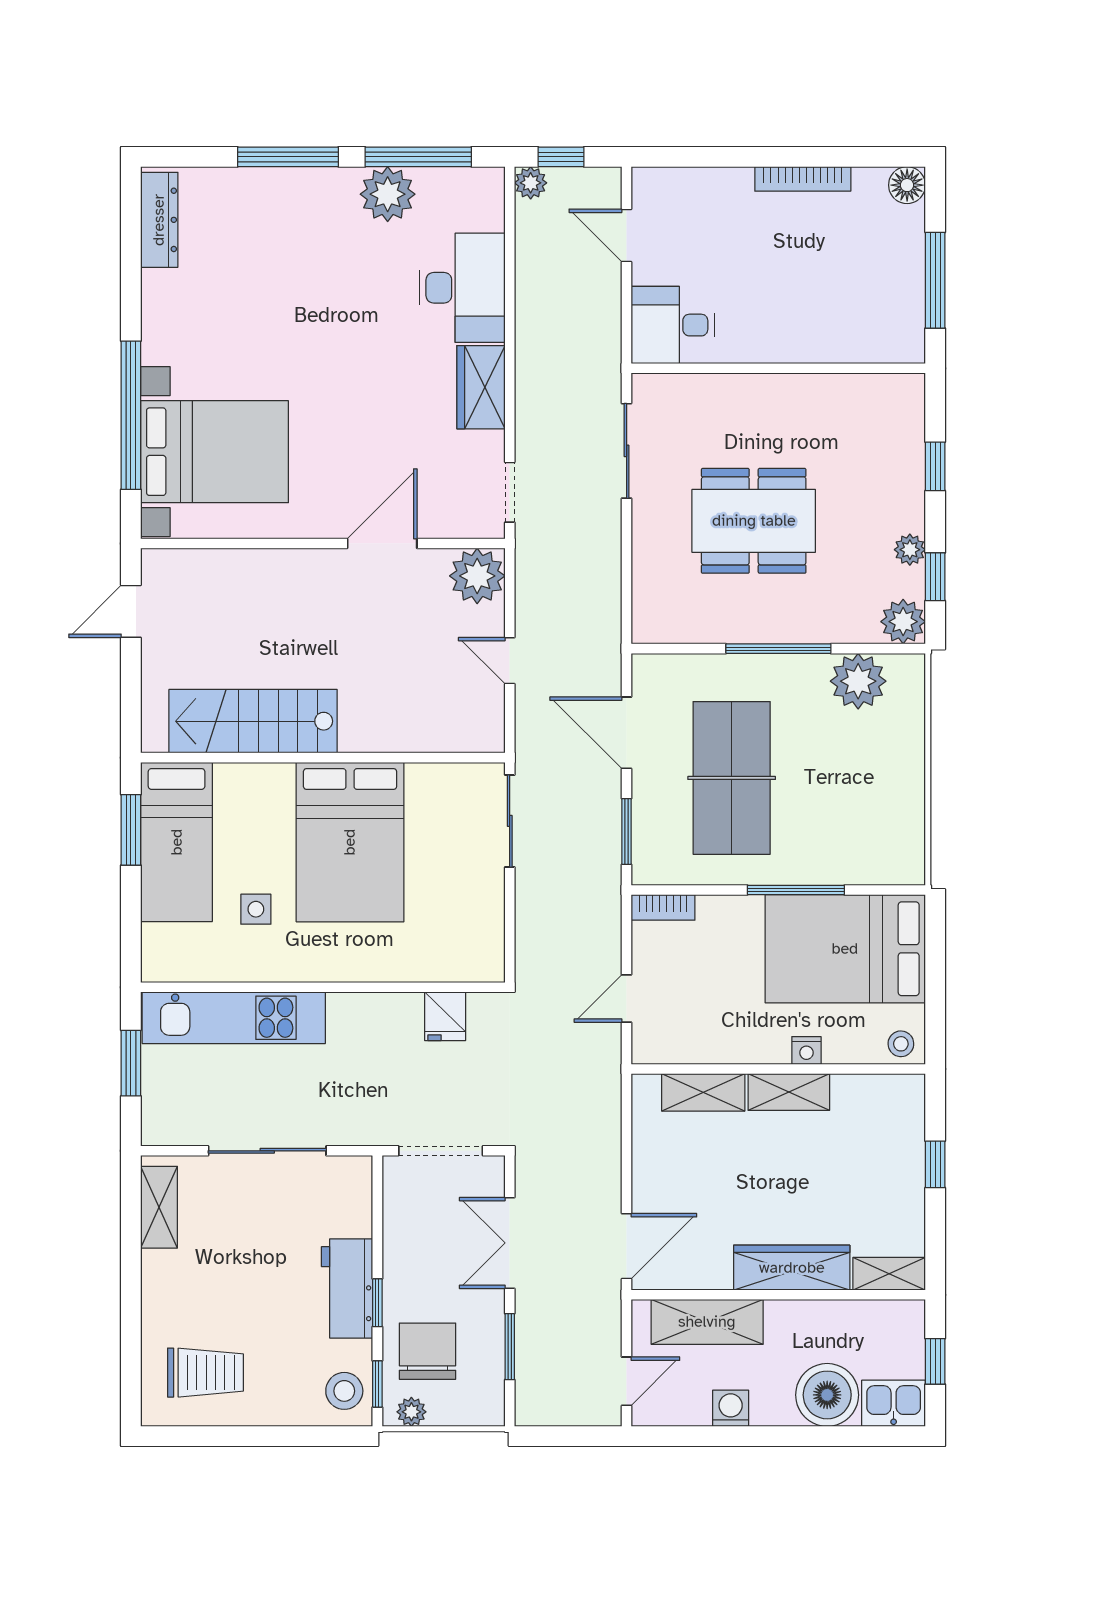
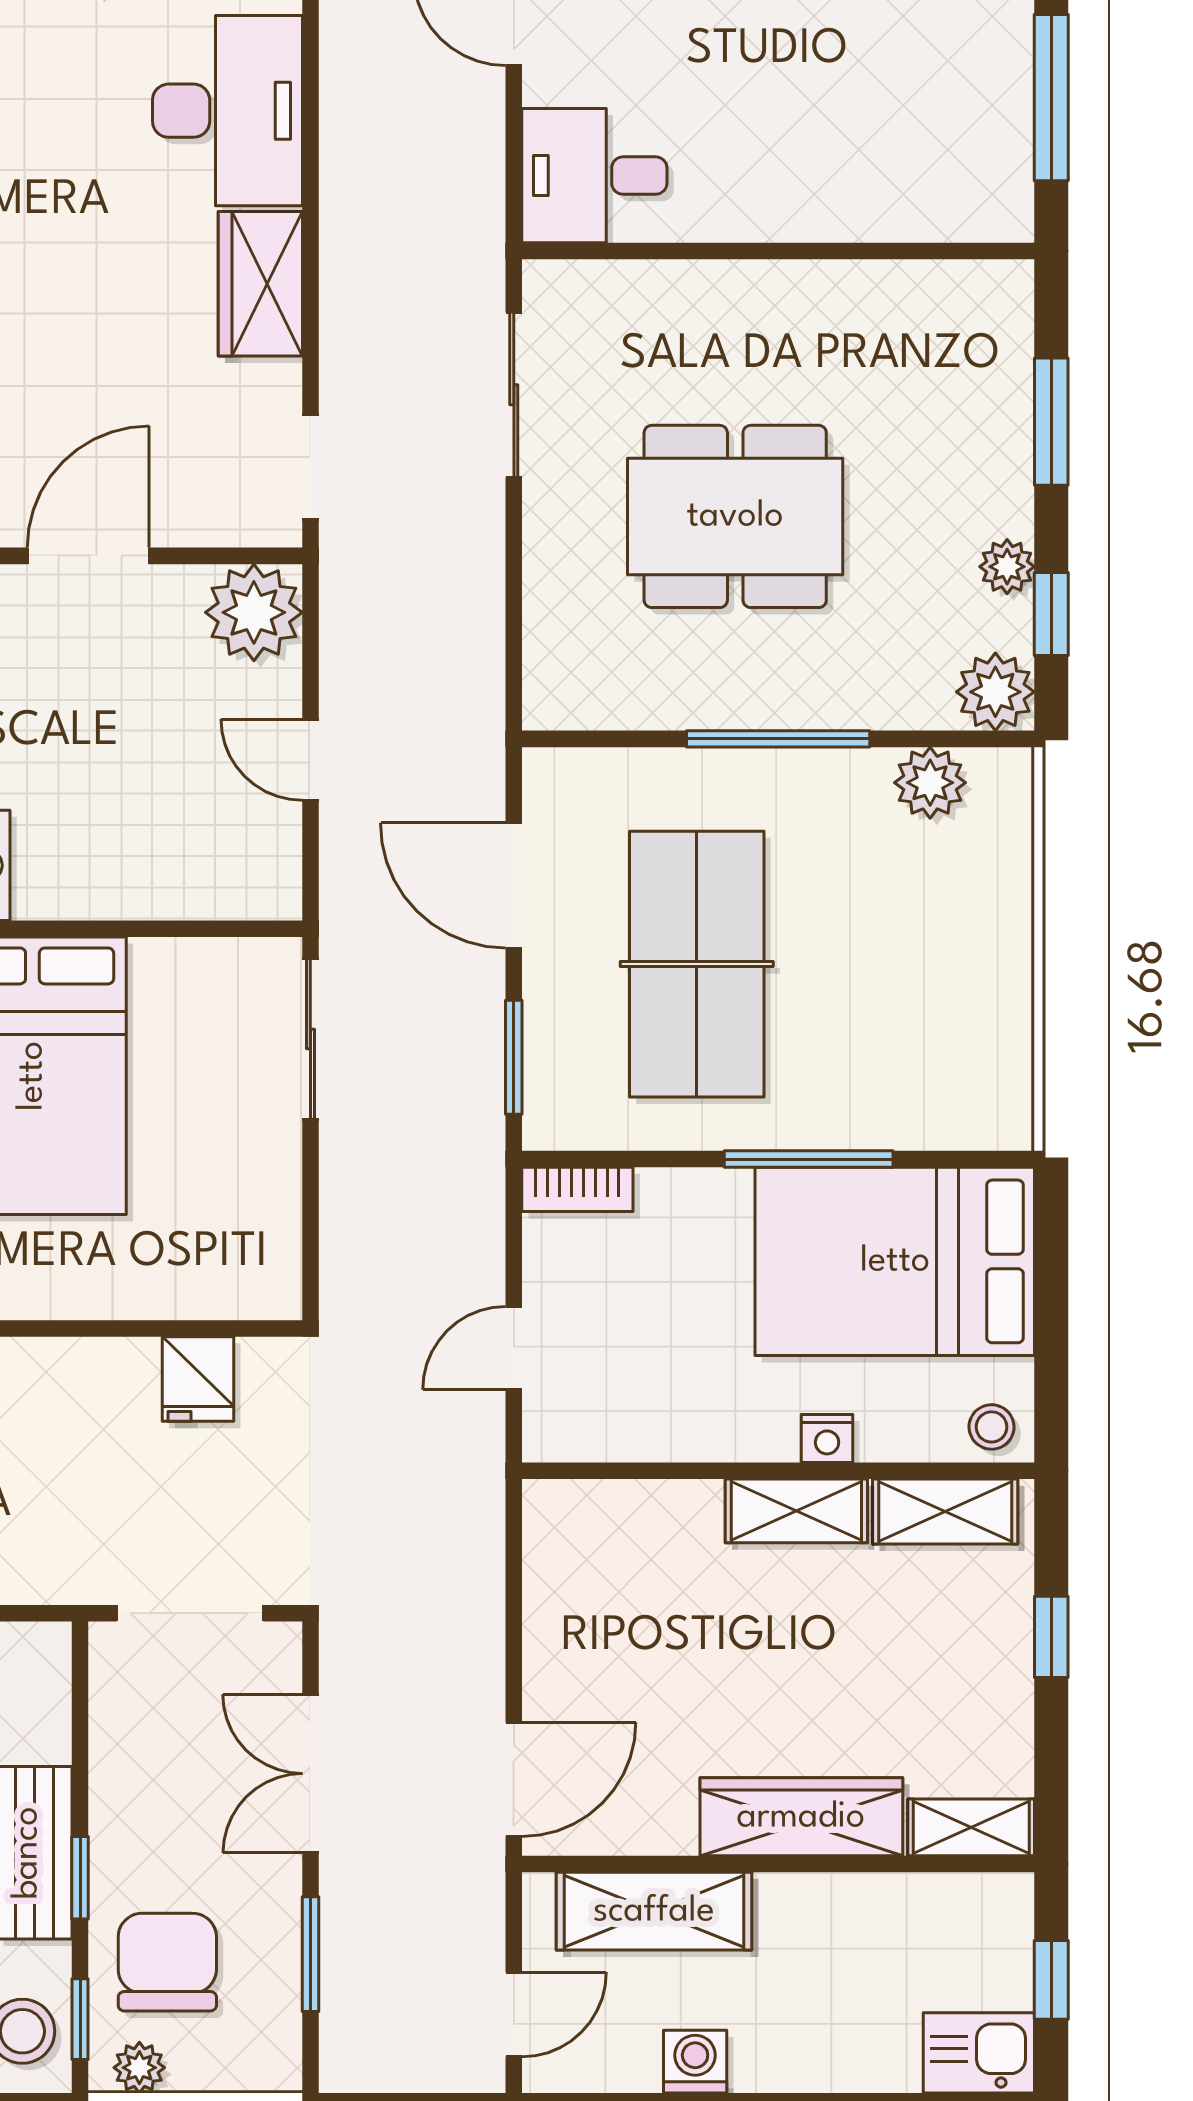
window: (935, 466) -> (1051, 422), width x1.50
plant: (858, 681) -> (930, 783), width x0.73, depth x0.73
shelving: (703, 1092) -> (945, 1512), moved
boiler: (827, 1395) -> (863, 2038), removed

